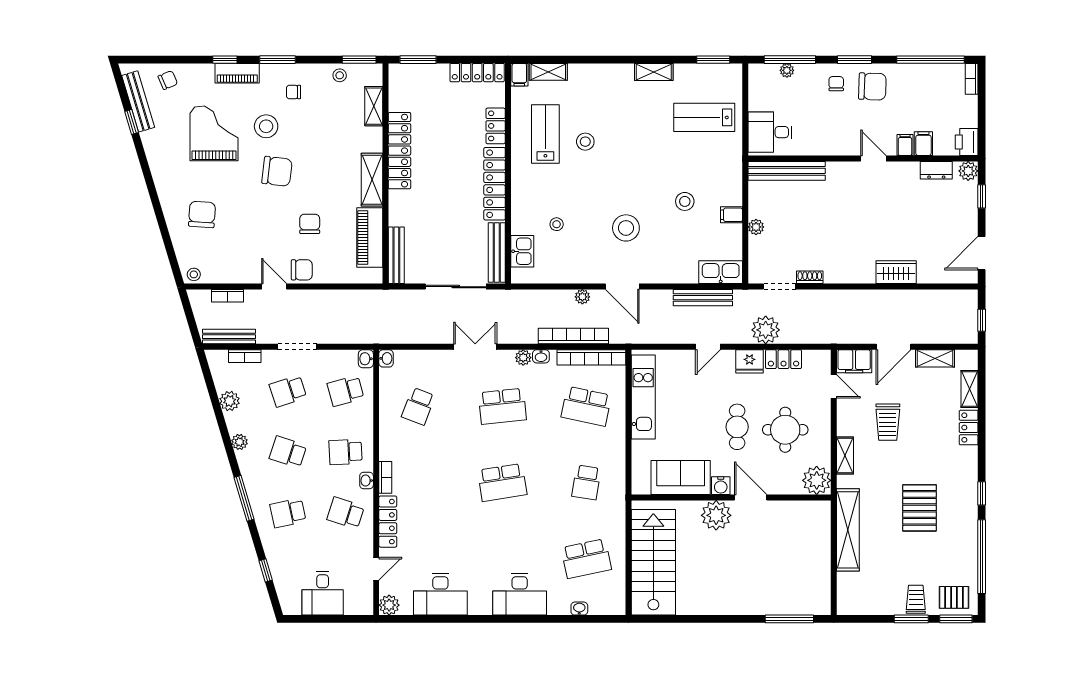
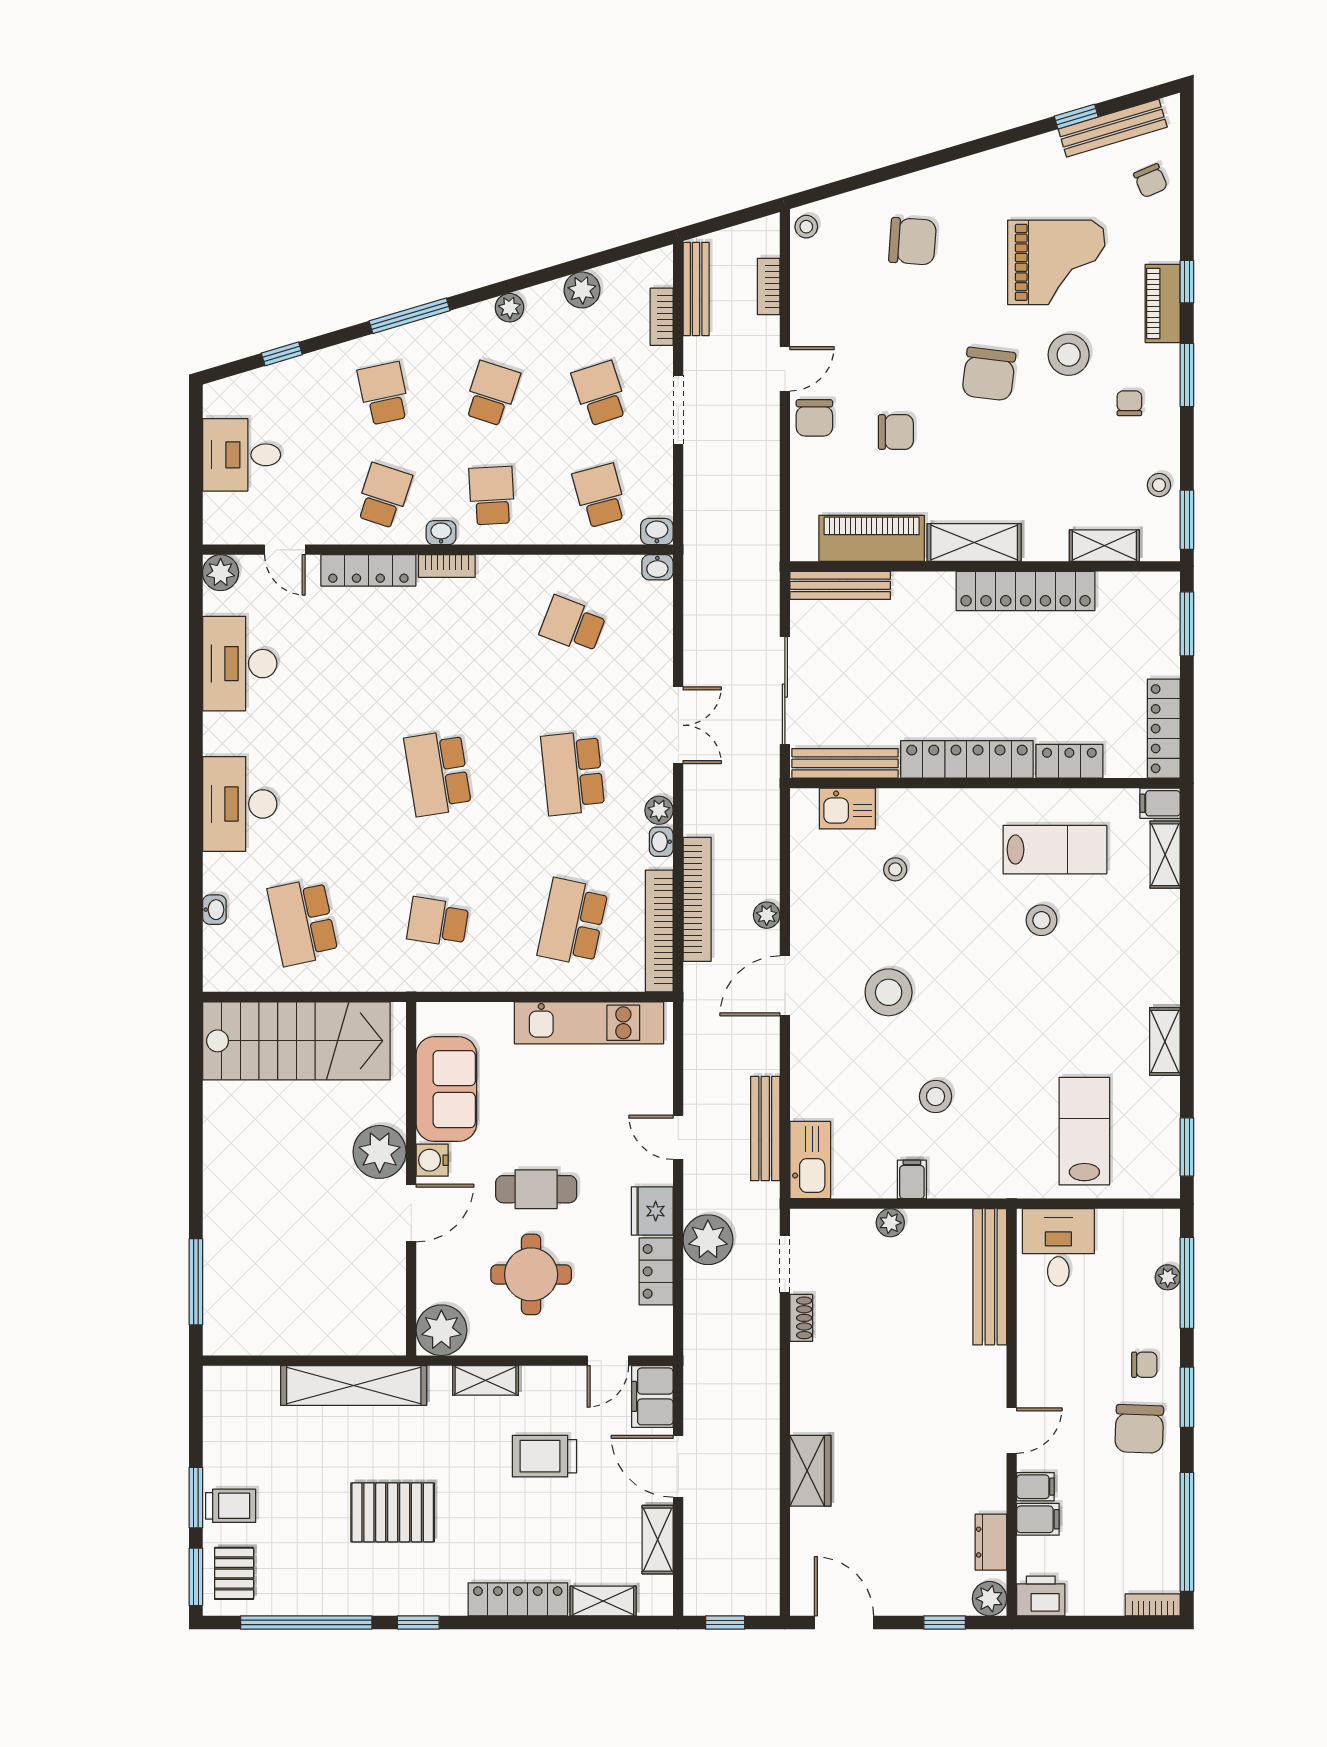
locker: (969, 428) -> (518, 1599), width x1.53

